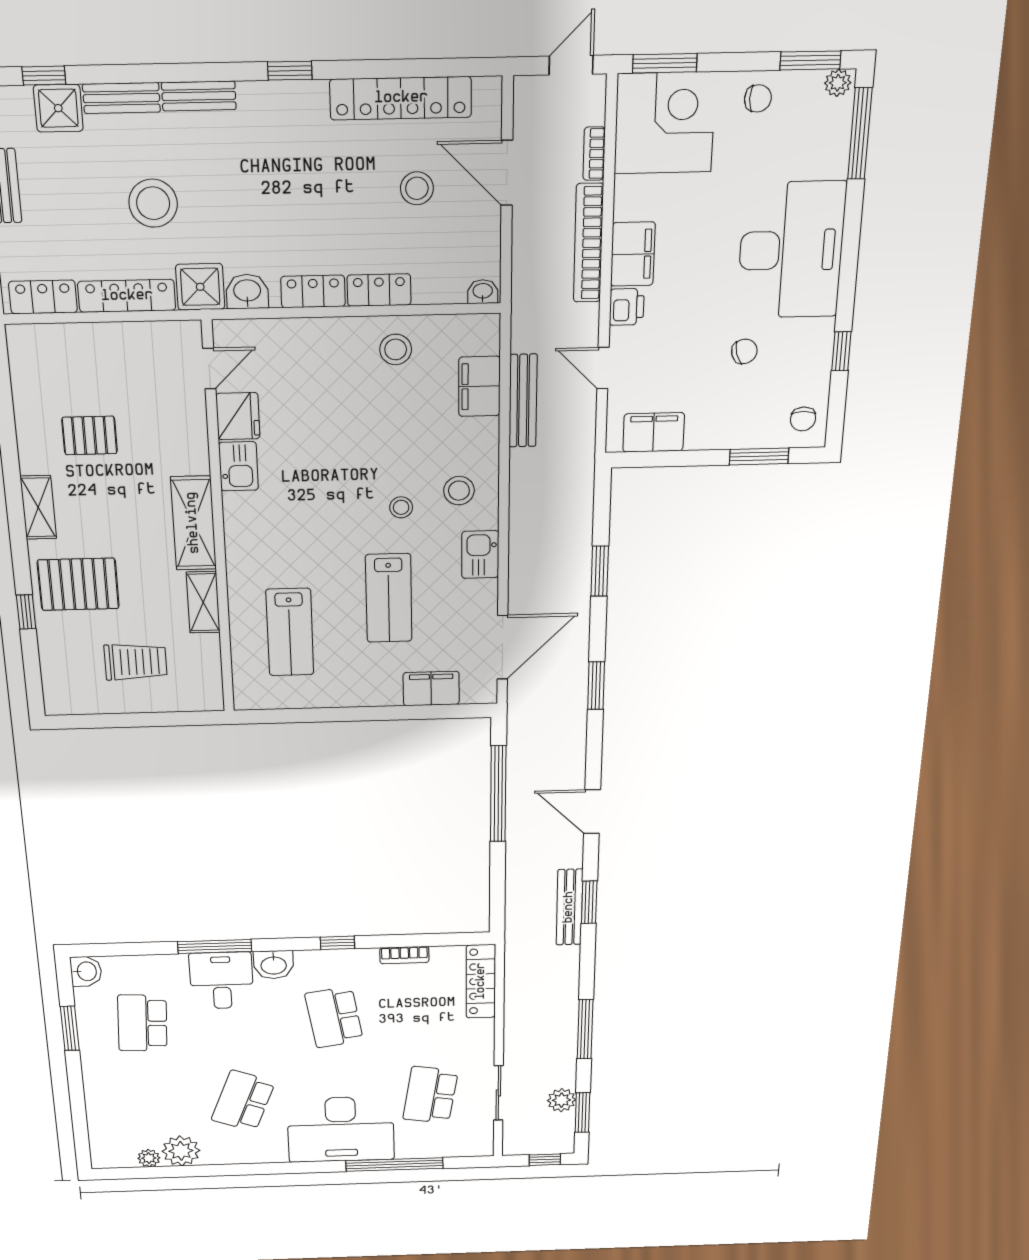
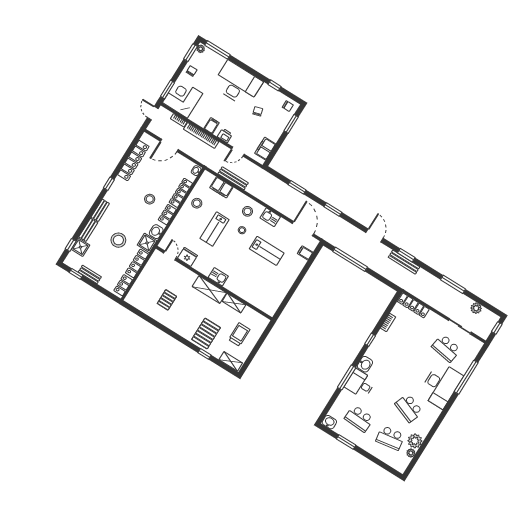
stool: (417, 188) -> (150, 199), moved
filing cabinet: (633, 254) -> (212, 126), width x0.50
locker: (379, 290) -> (181, 193), width x1.53
kitchen sink: (238, 466) -> (218, 277), moved
shelving: (38, 507) -> (231, 361), moved
lab bench: (290, 632) -> (215, 229), moved, turned 90
filing cabinet: (431, 688) -> (305, 253), width x0.50
door: (592, 812) -> (375, 235), swing flipped
school desk: (334, 1017) -> (390, 438), moved
window: (582, 1113) -> (486, 305), removed

